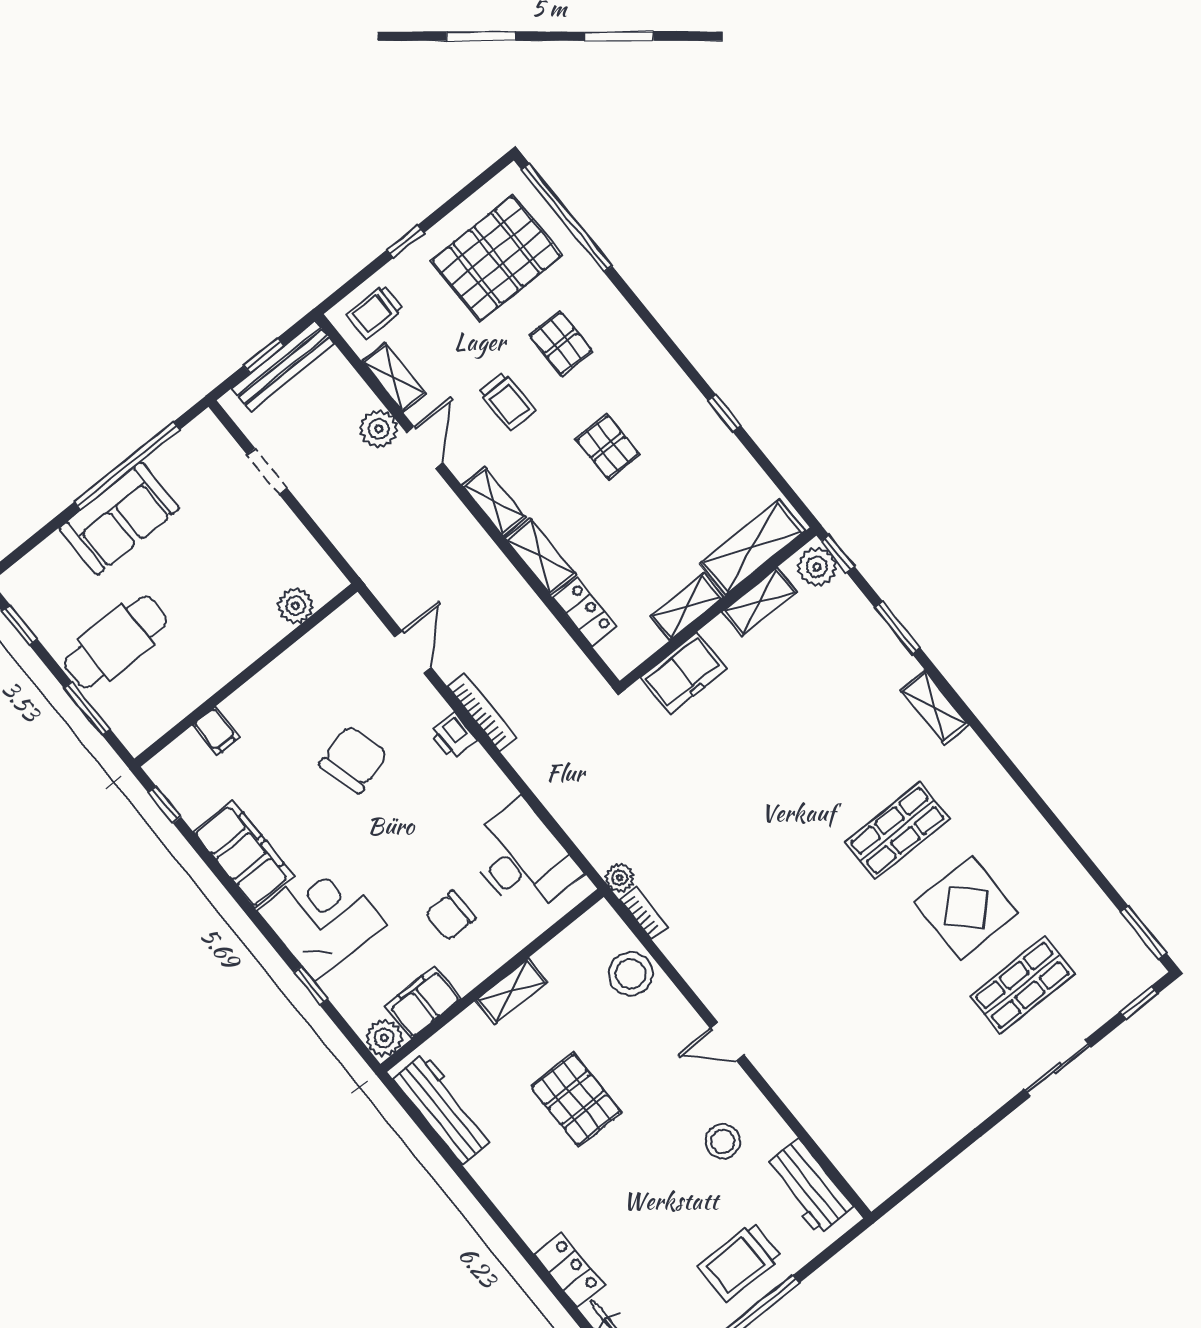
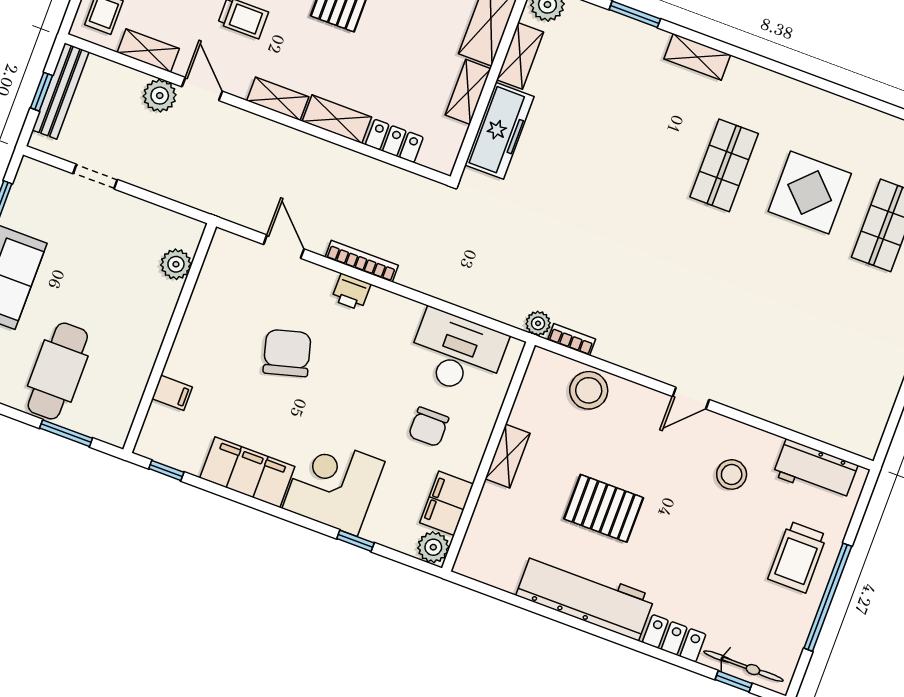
freezer: (684, 673) -> (499, 131), width x1.40
workbench: (443, 1109) -> (585, 596), moved, width x1.36, depth x1.32

